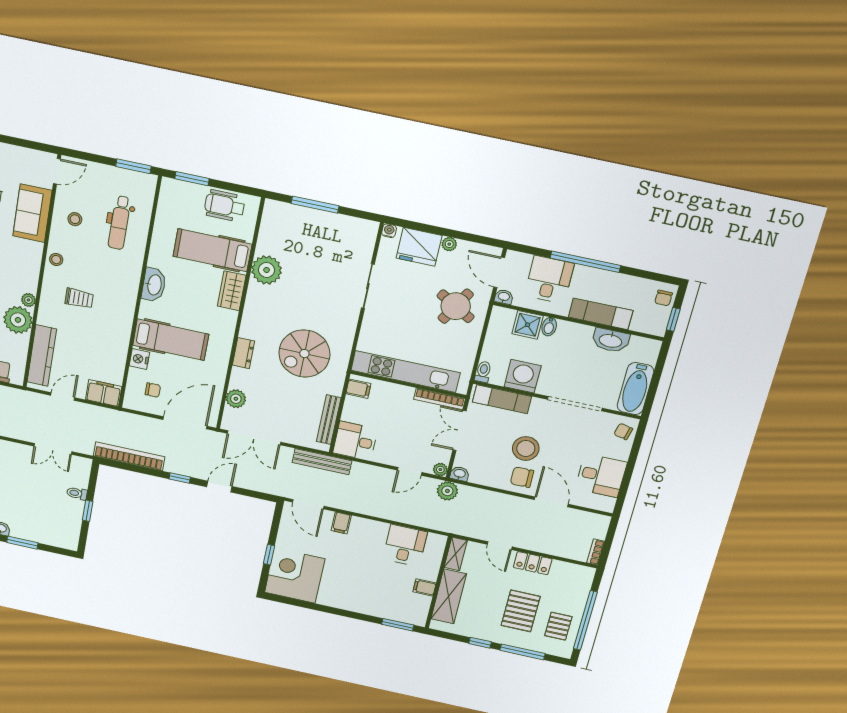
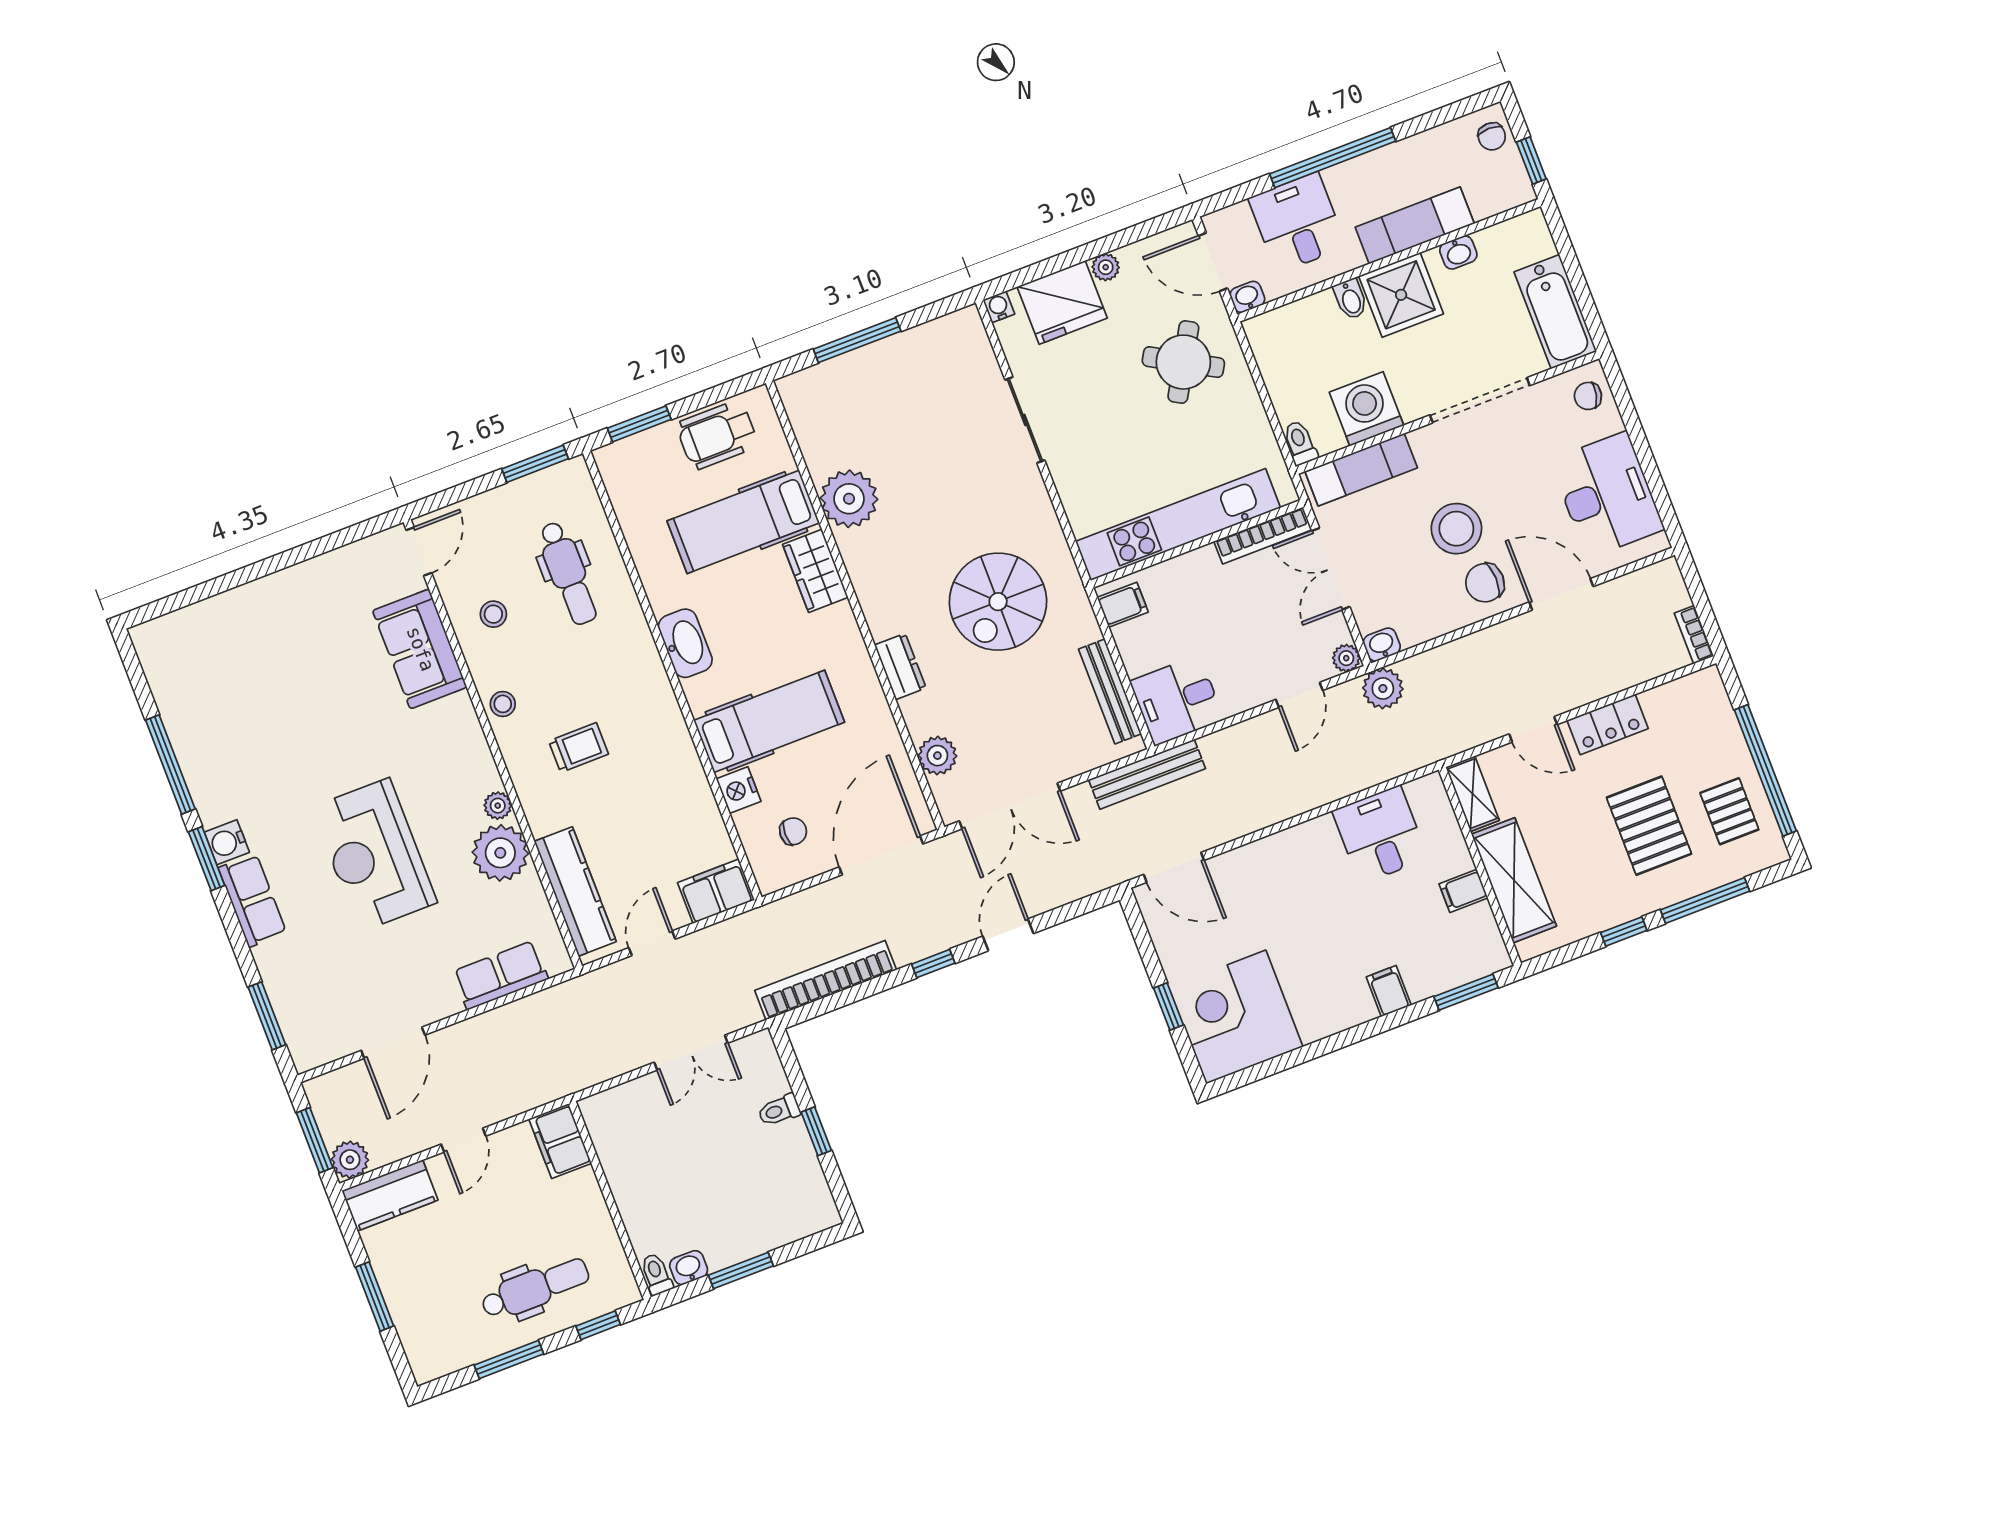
shower: (528, 325) -> (1401, 295), moved, width x1.36, depth x1.36
washbasin: (611, 340) -> (1458, 252), width x0.52, depth x0.69
desk: (601, 475) -> (1607, 495), width x1.37
filing cabinet: (341, 523) -> (1389, 991), moved, turned 180

